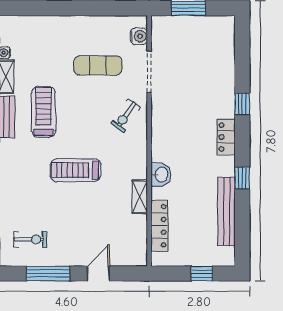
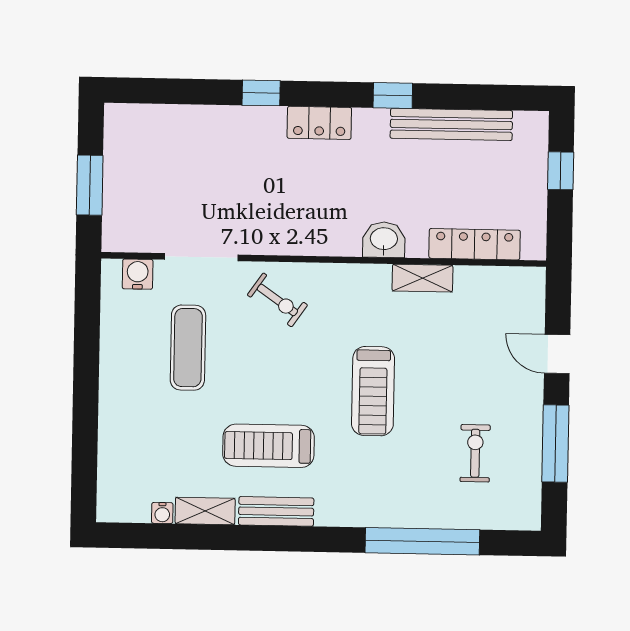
exercise bike: (30, 239) -> (475, 453), moved

